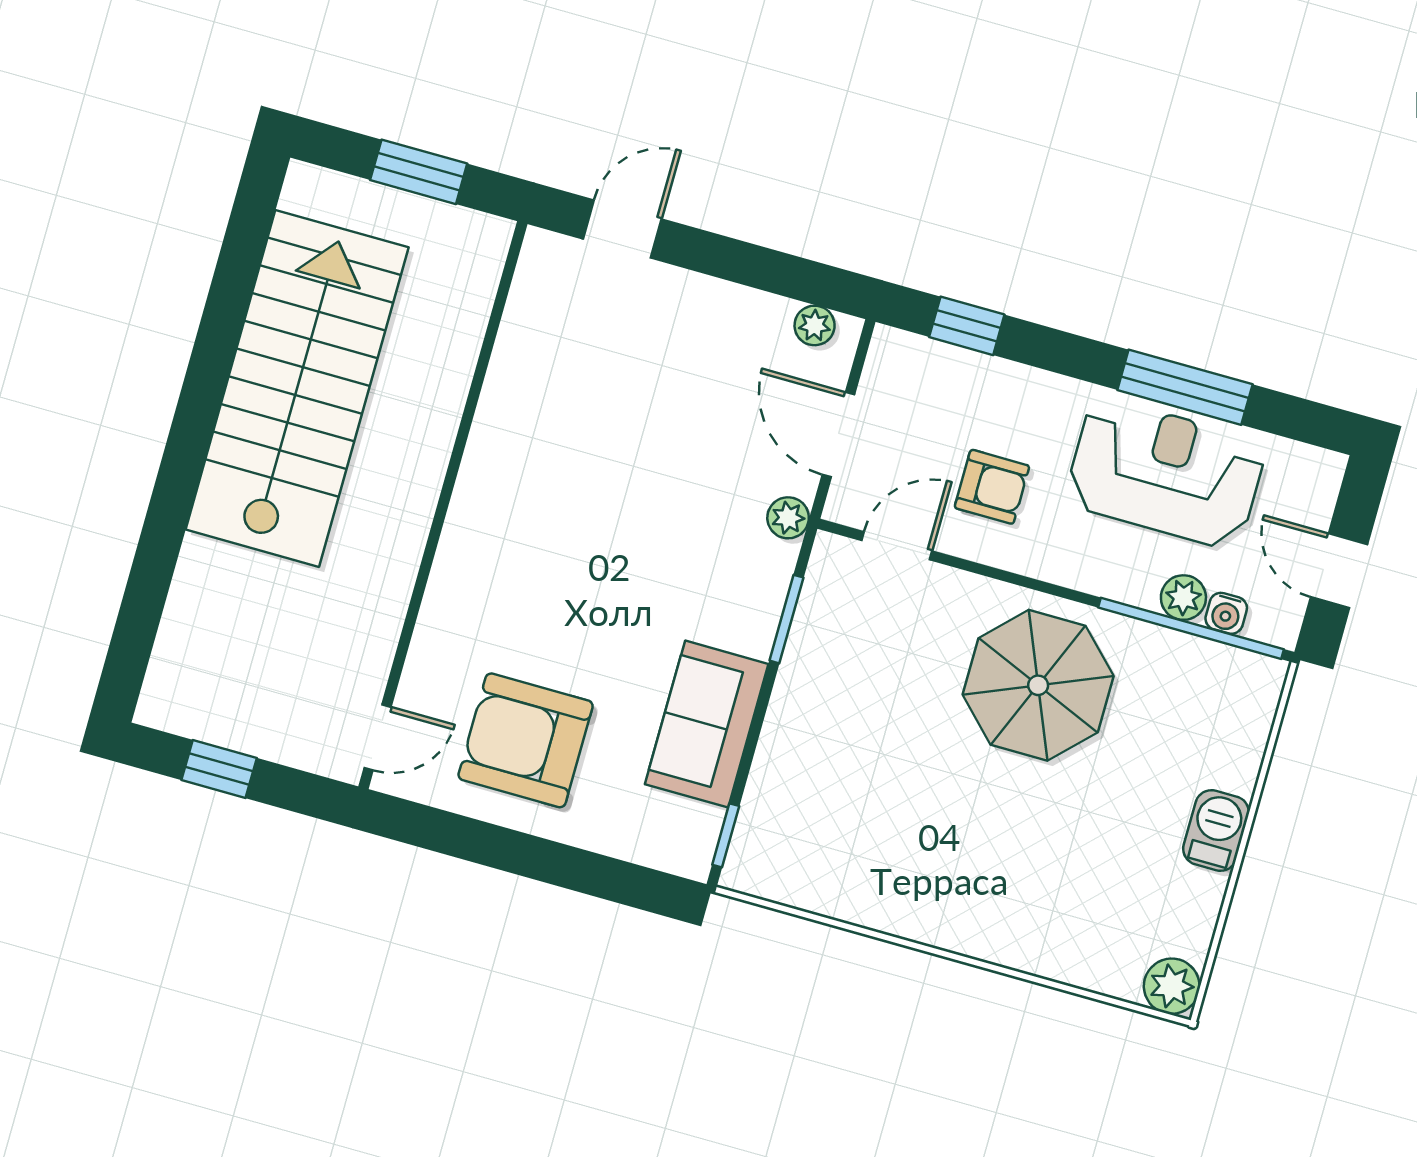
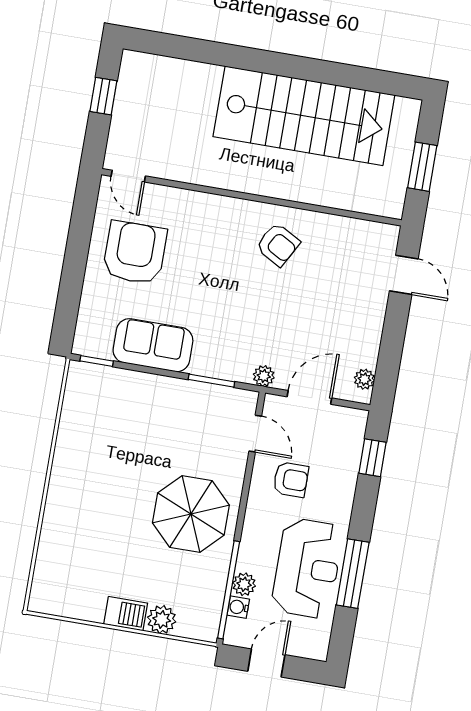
armchair: (539, 464) -> (278, 245), added
armchair: (992, 487) -> (291, 479), turned -90
plant: (1172, 986) -> (162, 620), moved

